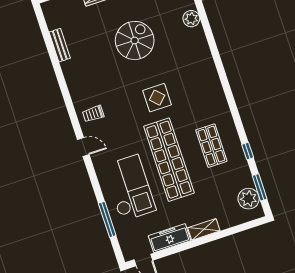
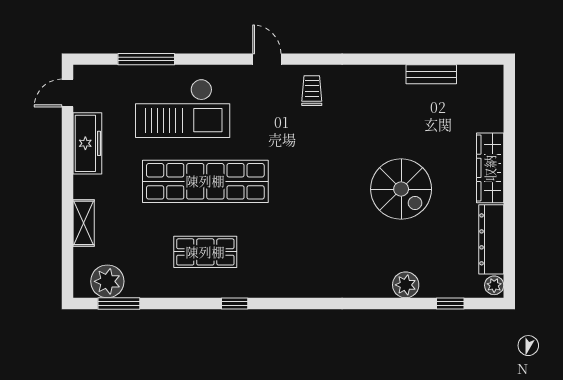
display table: (157, 98) -> (304, 194), removed
door: (83, 147) -> (267, 59), swing flipped
window: (248, 151) -> (235, 304), moved
shelving: (204, 229) -> (84, 223), moved

